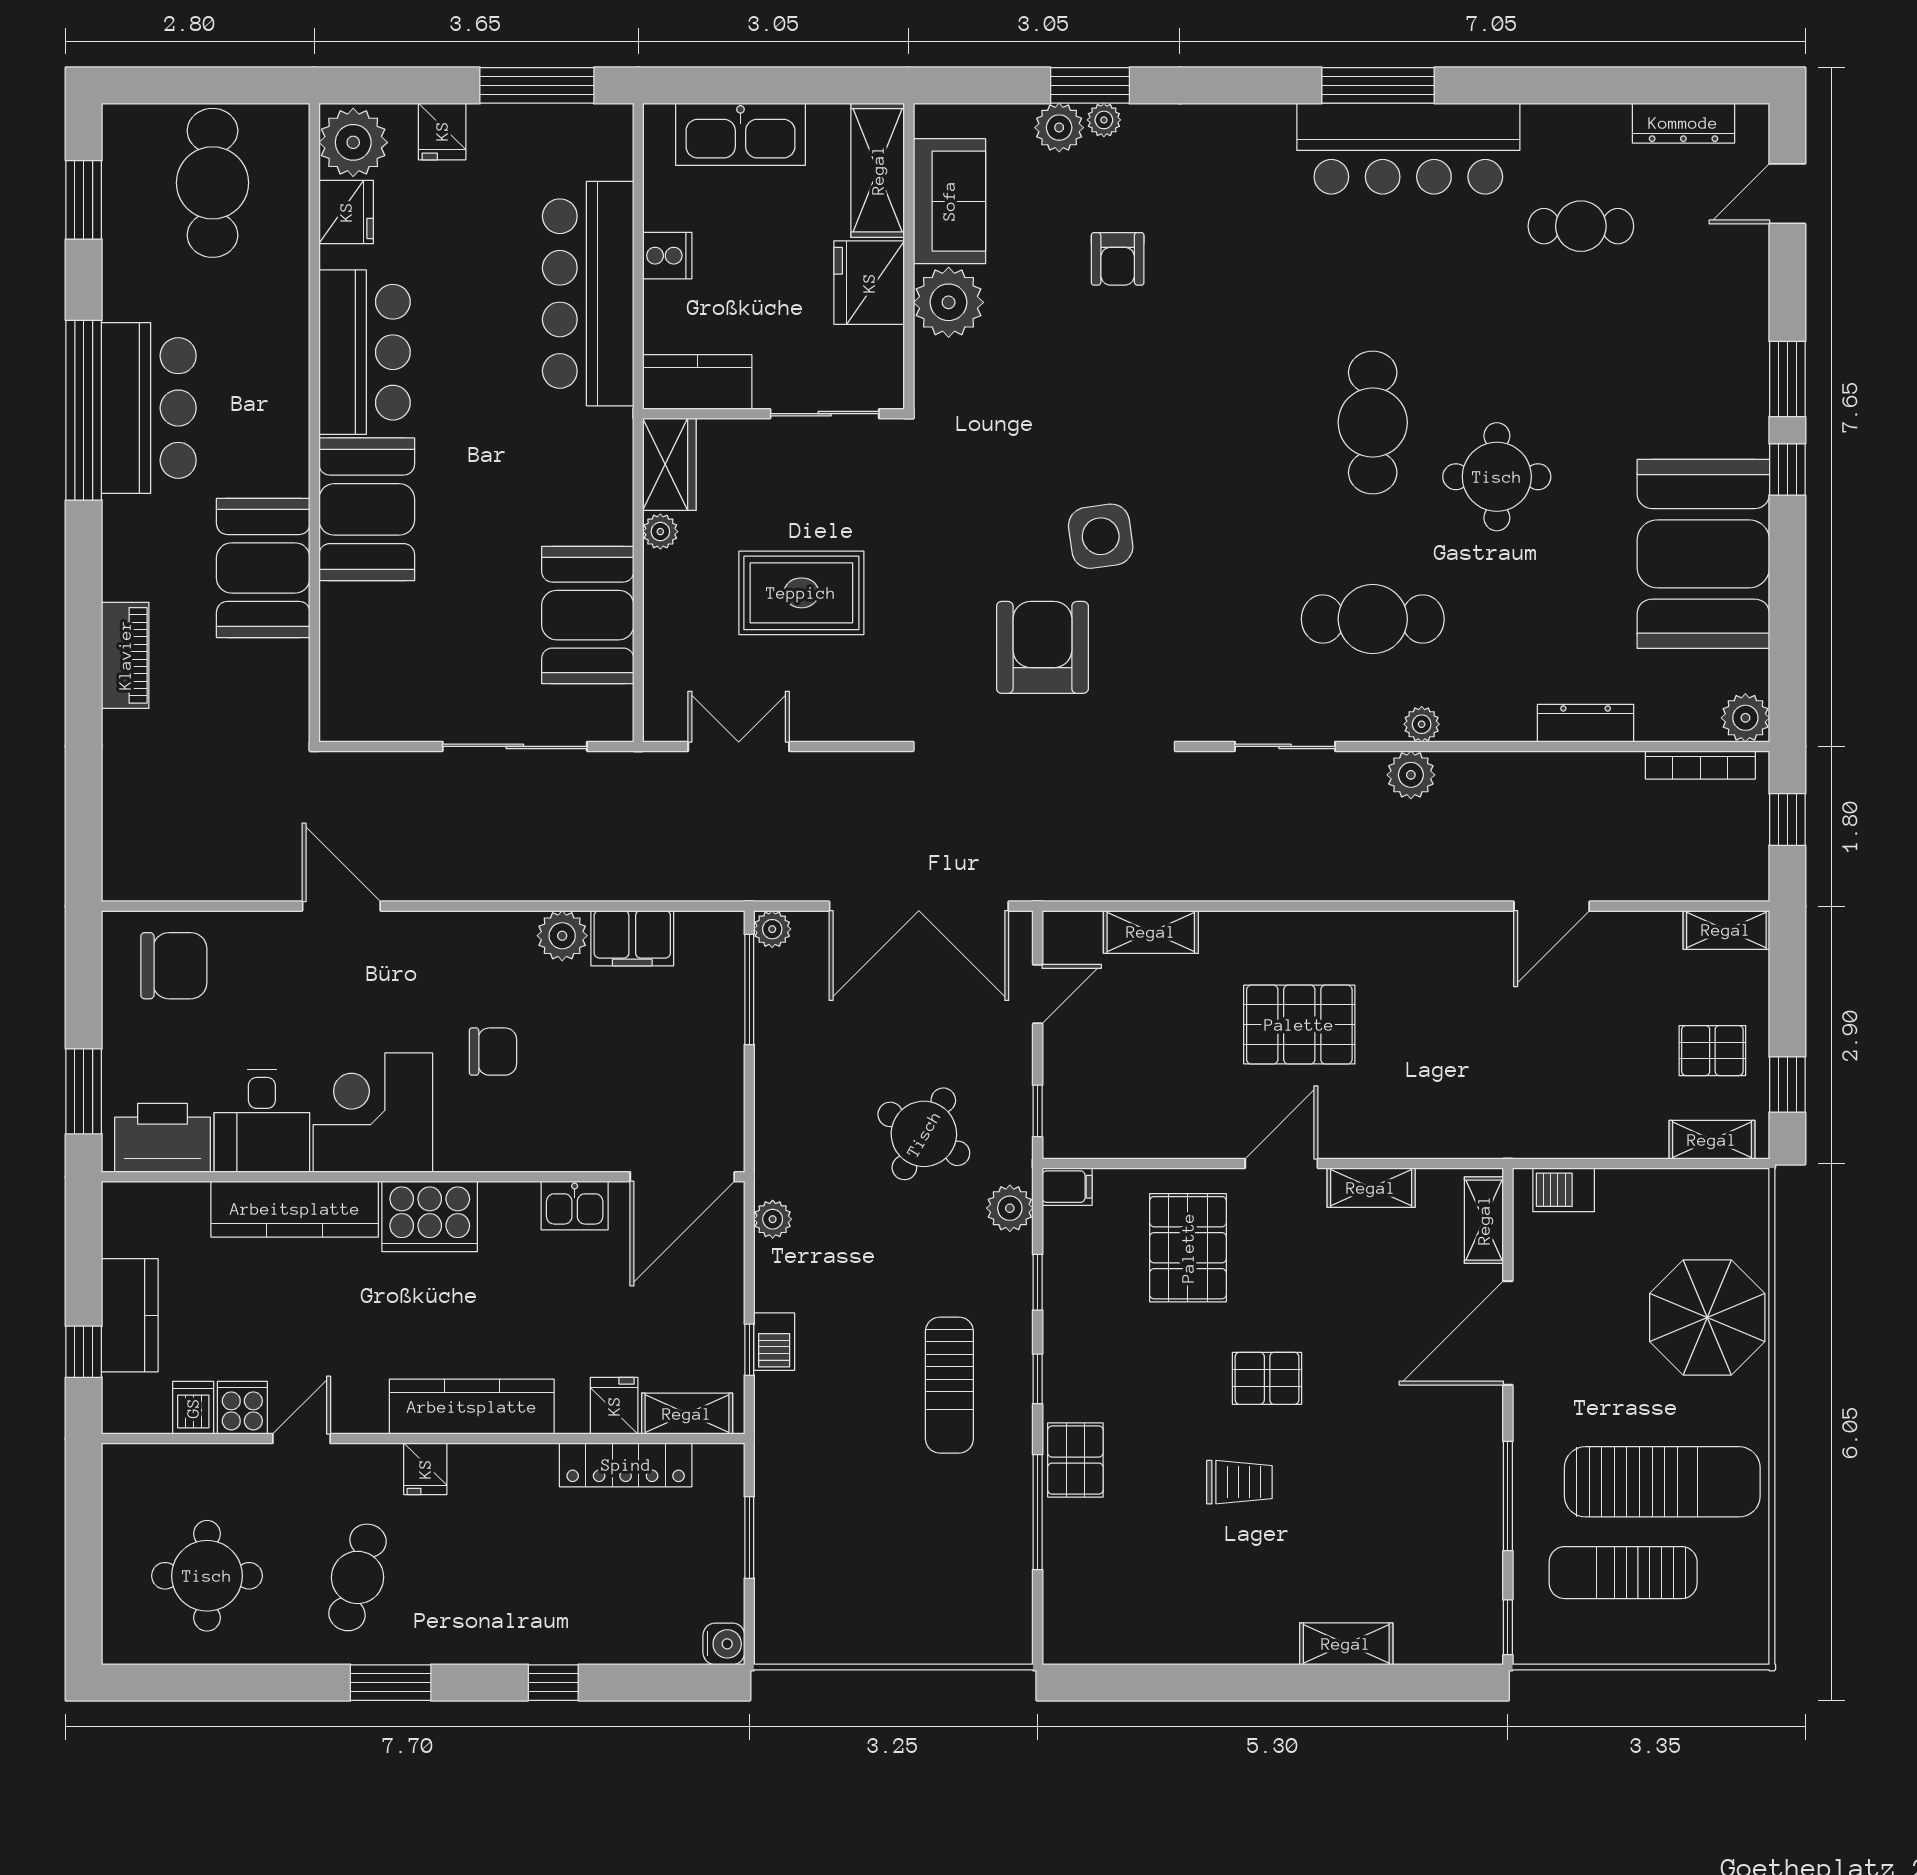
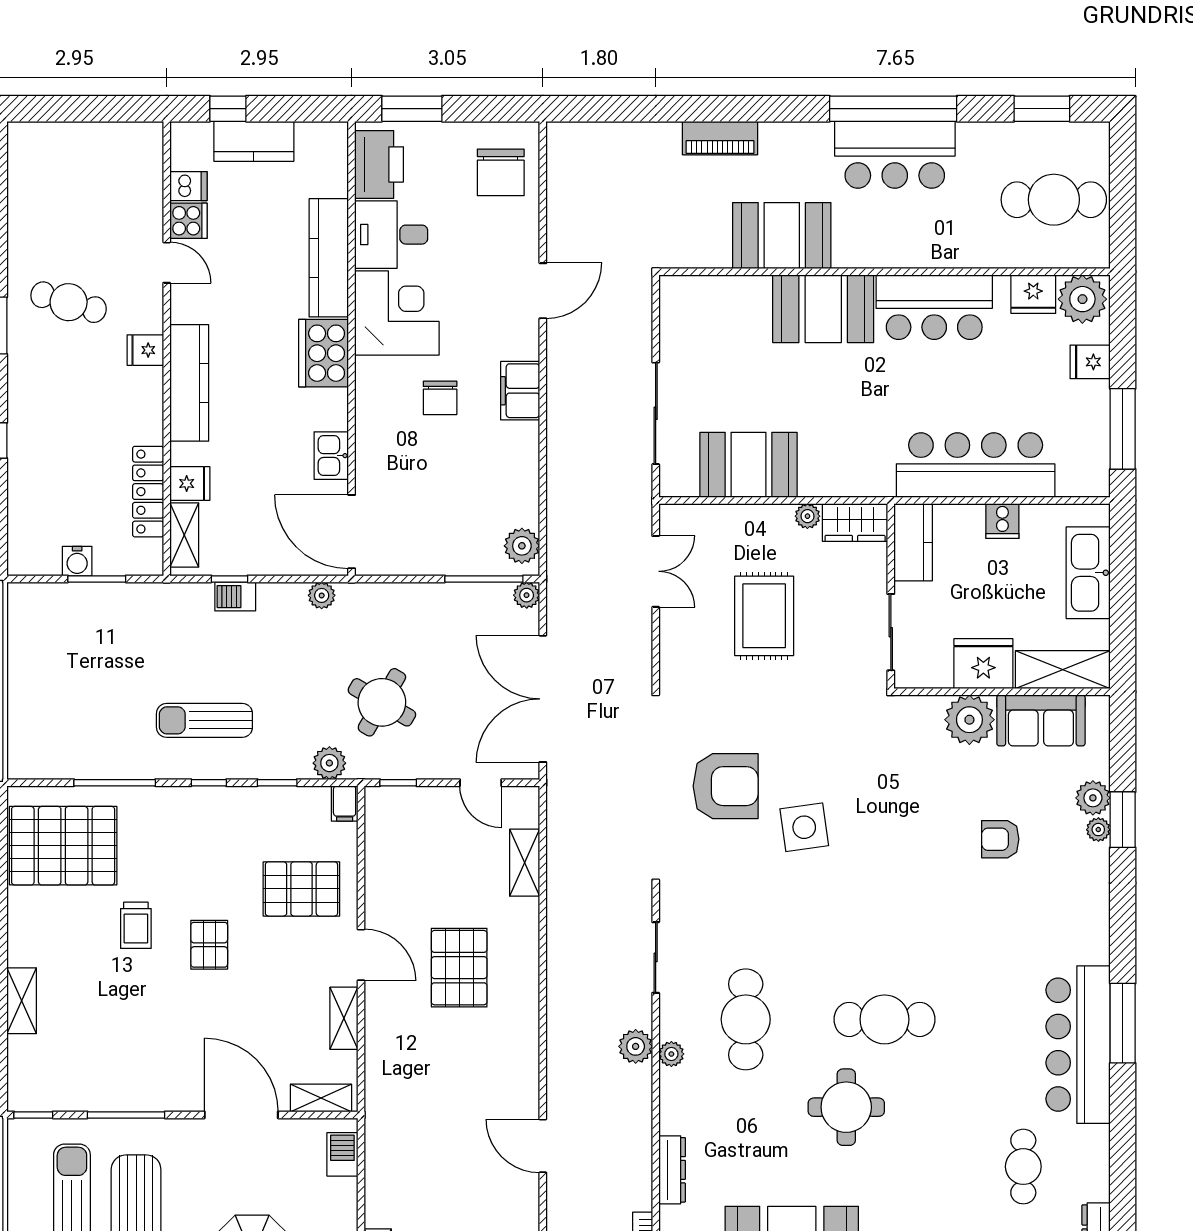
plant: (562, 936) -> (522, 546), moved
filing cabinet: (632, 938) -> (520, 391), moved
pallet: (1075, 1460) -> (63, 846), moved, width x2.05, depth x2.00
round table: (207, 1576) -> (70, 196), removed
water cooler: (724, 1644) -> (77, 561), moved

